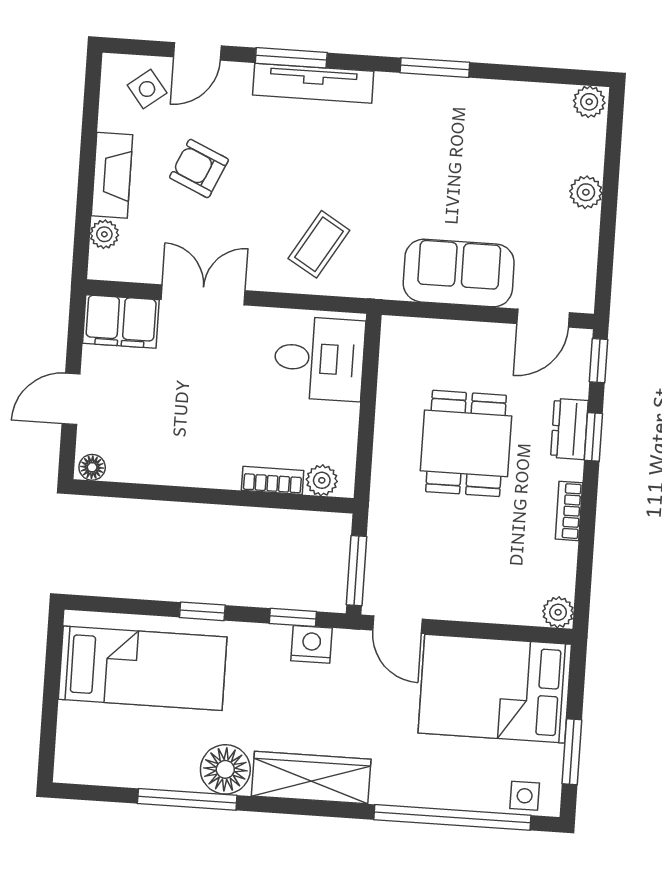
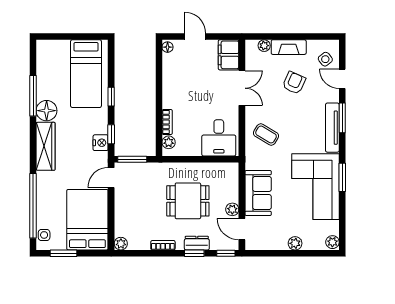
corner sofa: (453, 134) -> (315, 187), added
plant: (494, 338) -> (232, 209), added

